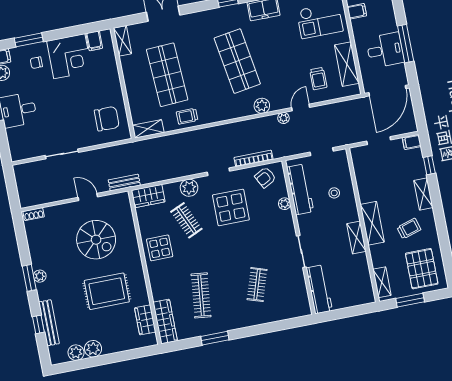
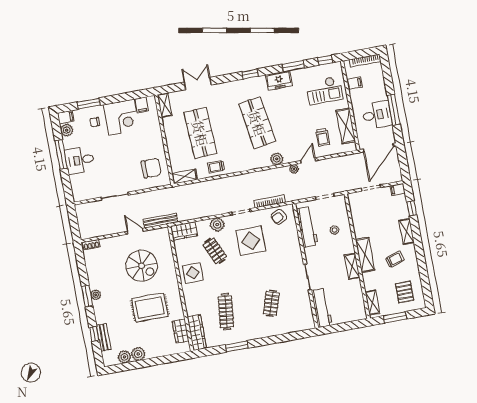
bench: (124, 183) -> (160, 221), width x1.36
plant: (285, 204) -> (294, 238), removed
pallet: (422, 269) -> (405, 292), width x0.67, depth x0.71
bench: (49, 323) -> (104, 337), width x0.73

